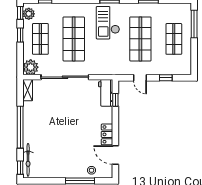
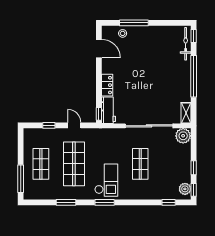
shop shelf: (40, 39) -> (173, 164), removed
shop shelf: (74, 39) -> (140, 164), width x0.70, depth x0.74
window: (115, 100) -> (99, 114), moved
locker: (107, 134) -> (107, 85), moved

